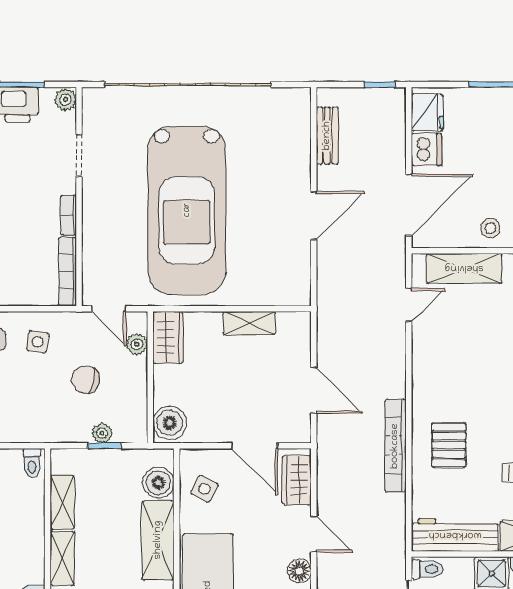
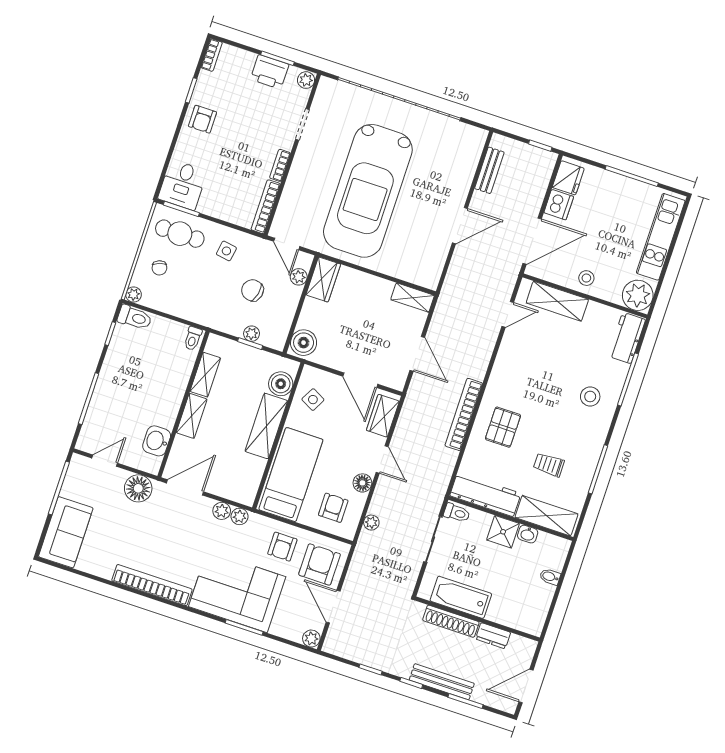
shelving: (249, 323) -> (413, 298), moved

